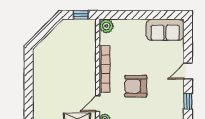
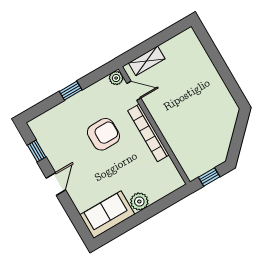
plant: (106, 26) -> (139, 202), moved
door: (98, 104) -> (134, 91), hinge flipped

